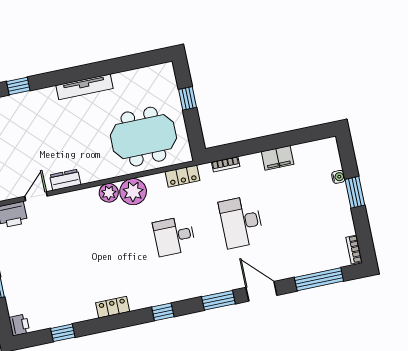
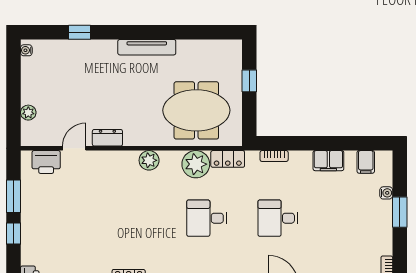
filing cabinet: (313, 152) -> (366, 162), added
plant: (133, 192) -> (196, 164), moved
desk: (241, 222) -> (278, 218), width x0.73

